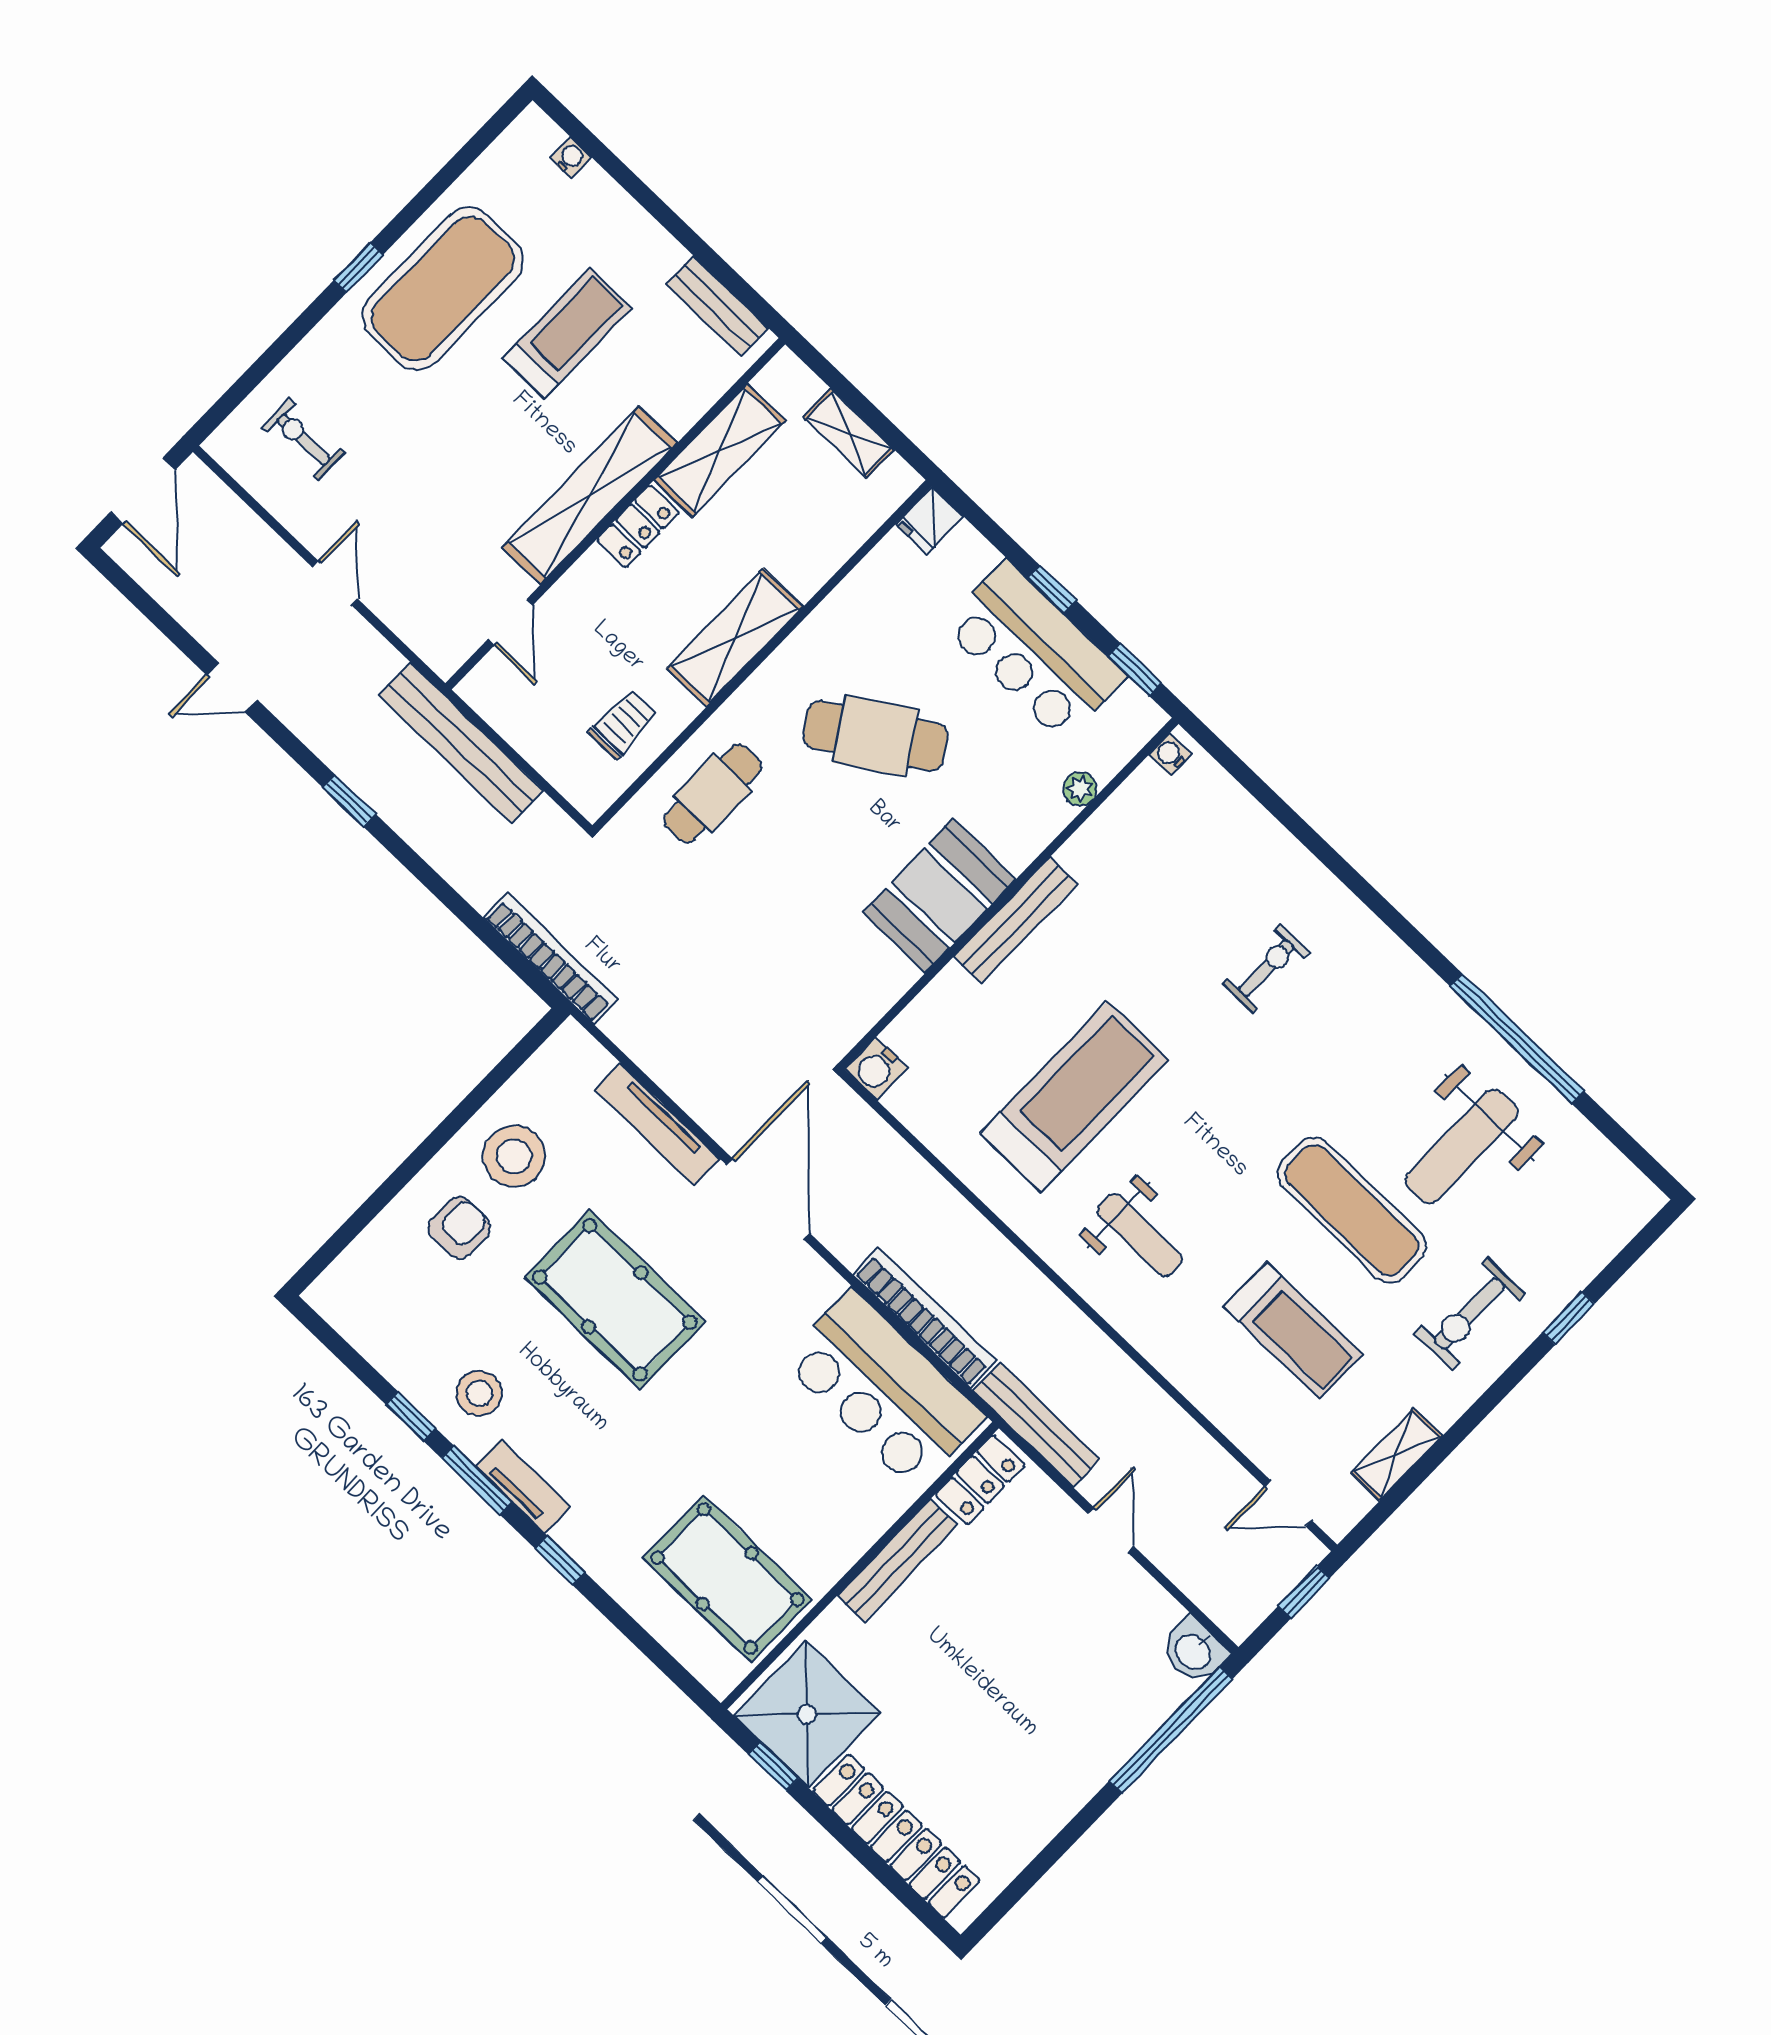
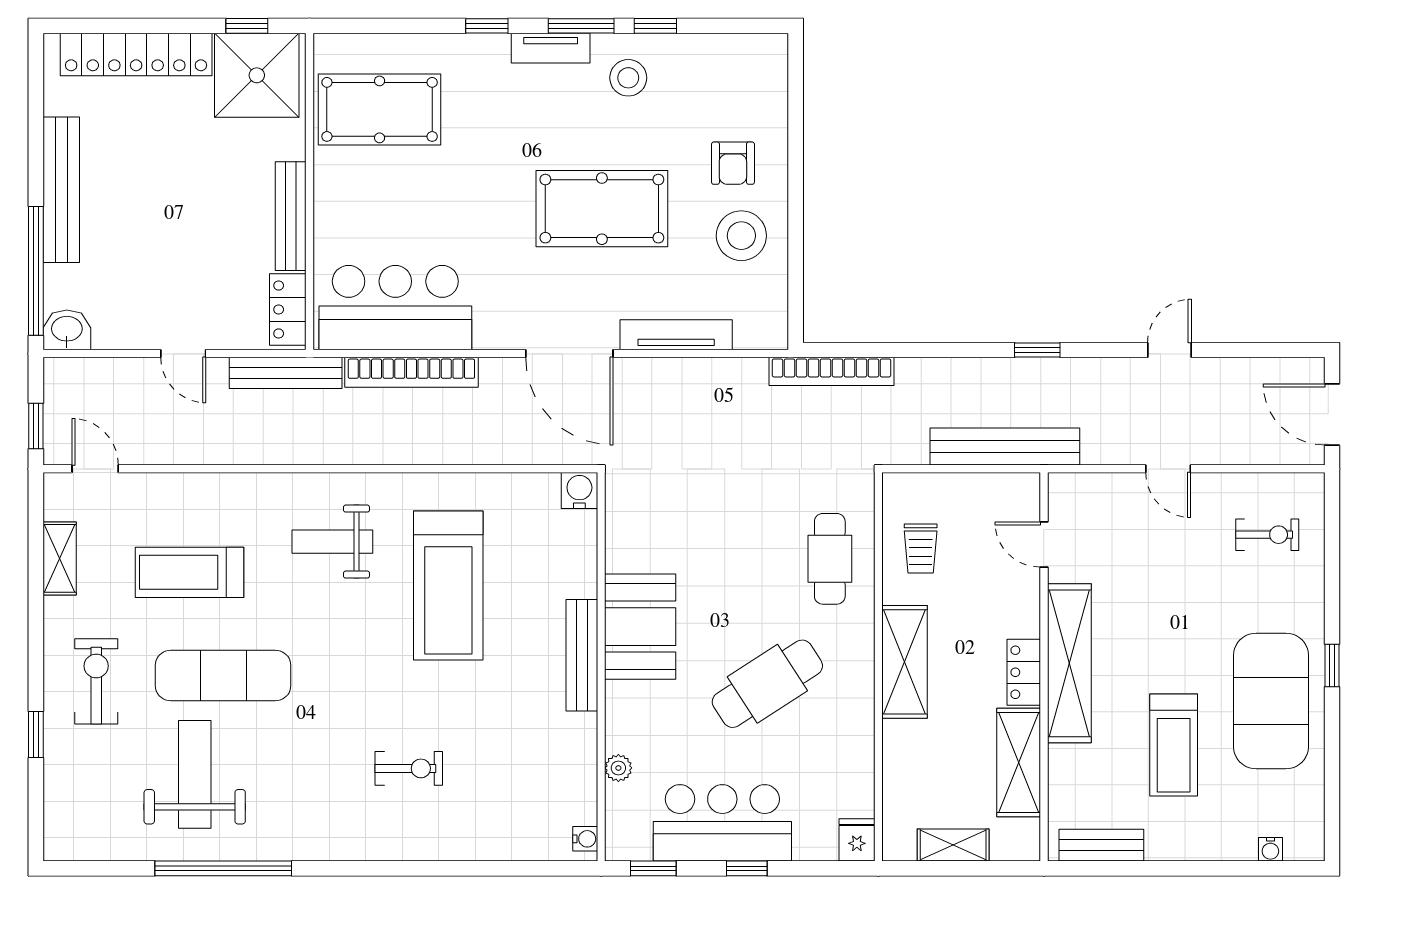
exercise bike: (1266, 968) -> (409, 768), turned -90
door: (1288, 1503) -> (95, 469), hinge flipped
bench: (1079, 1780) -> (61, 190), added

